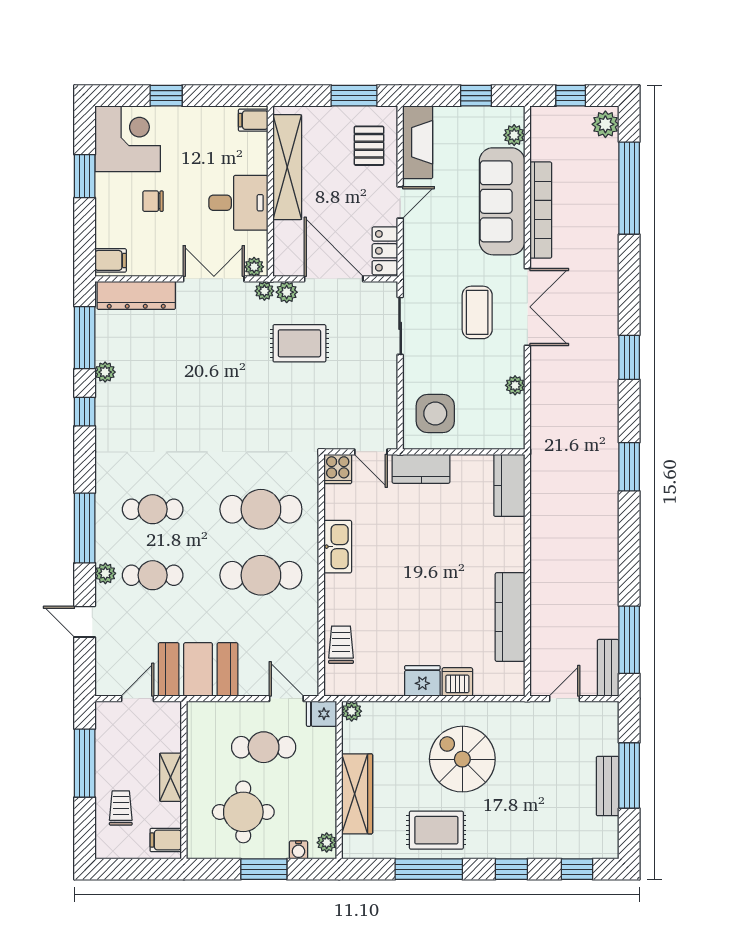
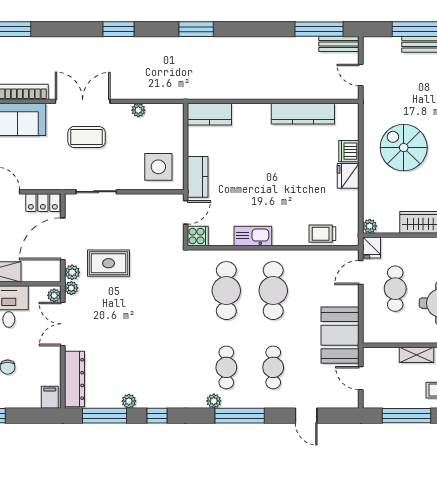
rug: (299, 343) -> (109, 263), turned 90
plant: (105, 573) -> (214, 401), moved
door: (85, 622) -> (306, 416), hinge flipped
spiral stairs: (462, 759) -> (404, 148), turned 90

